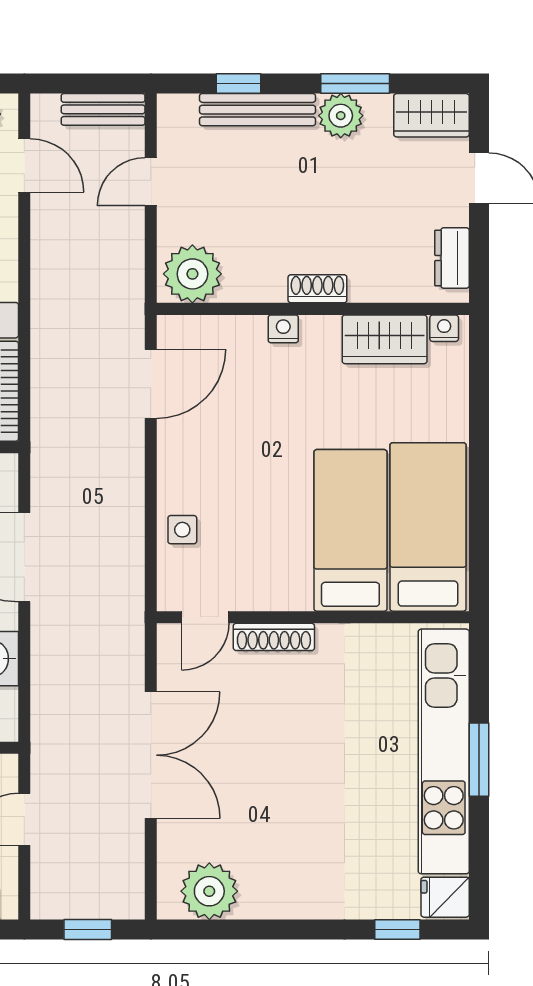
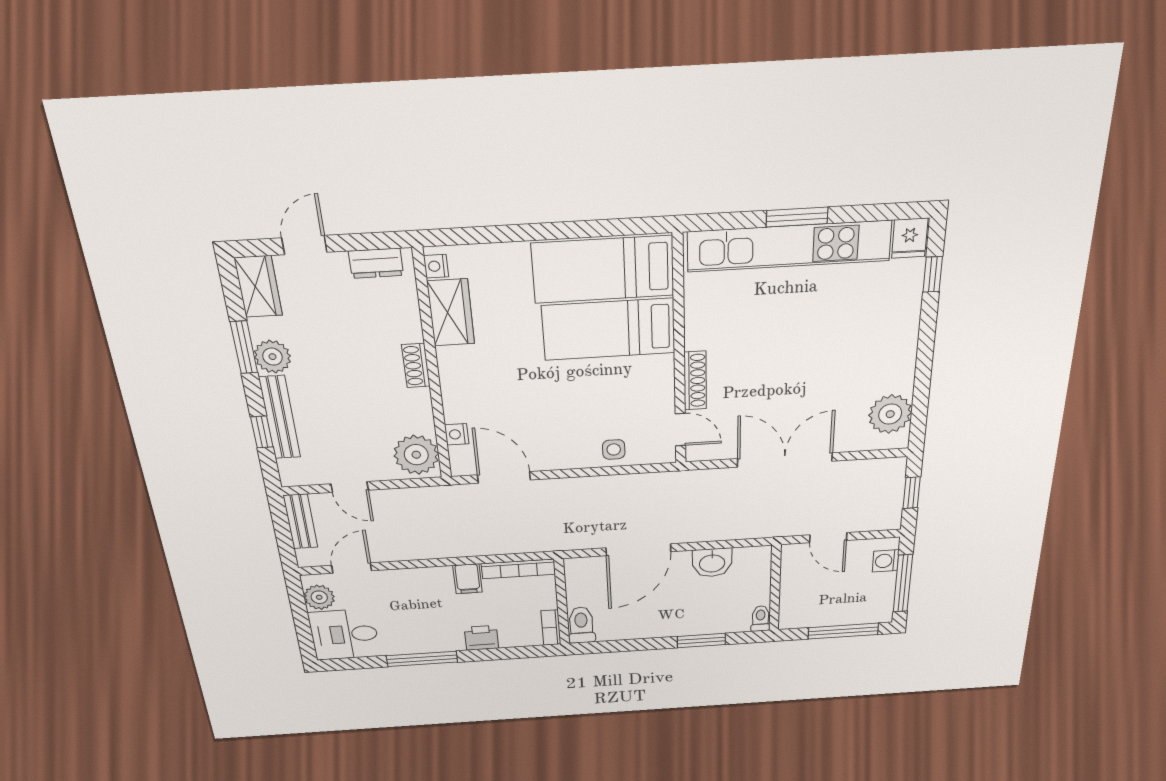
nightstand: (283, 329) -> (457, 434), moved

